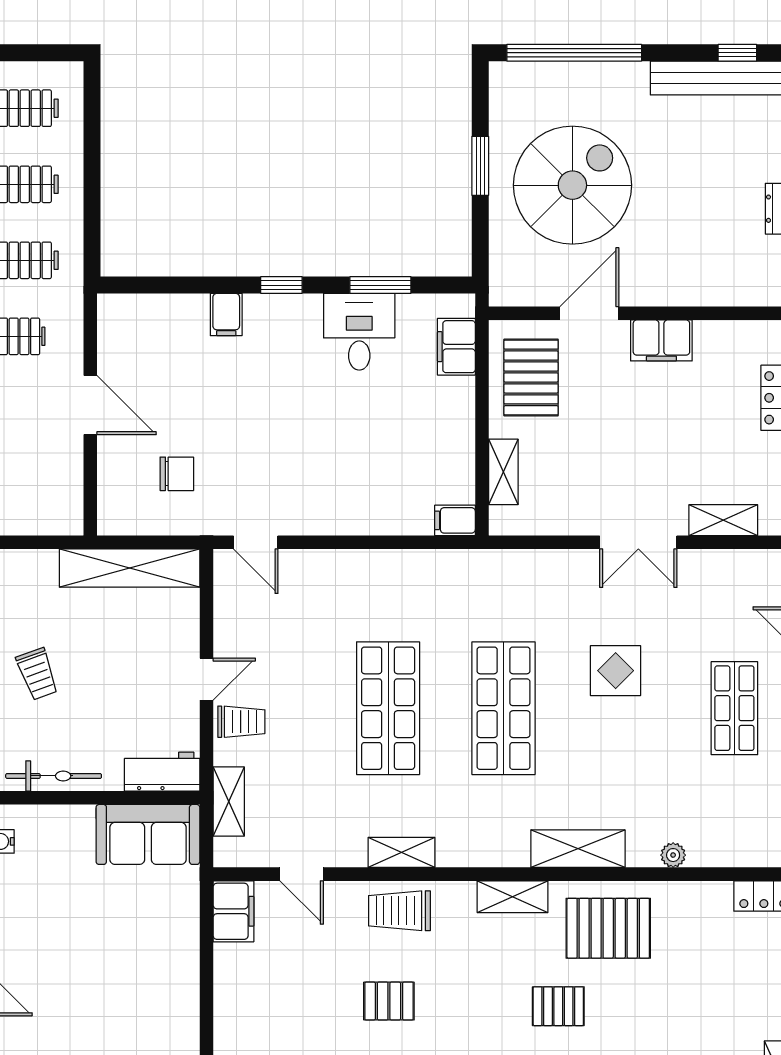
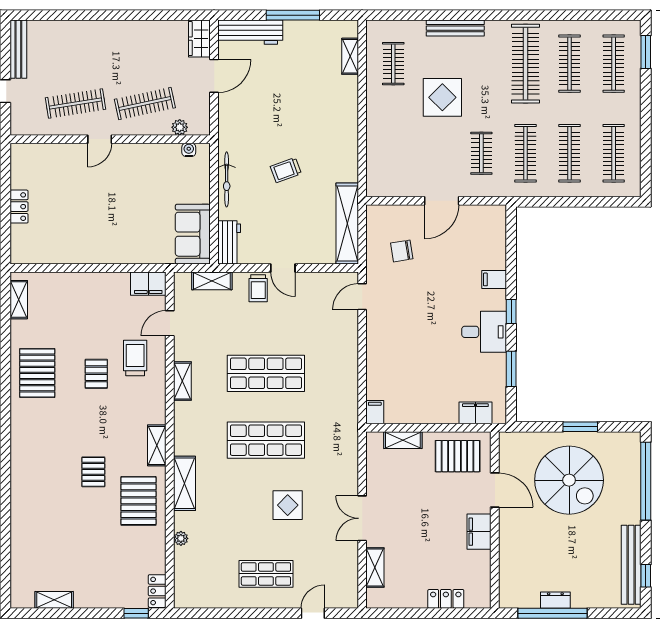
desk: (359, 332) -> (484, 332), moved
chair: (177, 474) -> (402, 251), turned 81
trolley: (399, 911) -> (135, 358), moved

